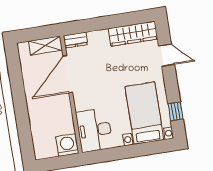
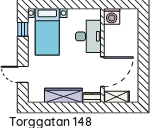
wardrobe: (133, 34) -> (63, 95), moved
desk: (94, 130) -> (88, 36), moved

